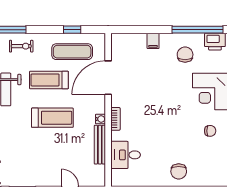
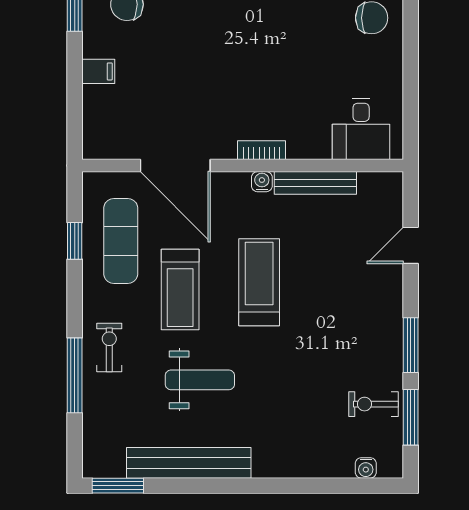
desk: (126, 155) -> (361, 129), moved

